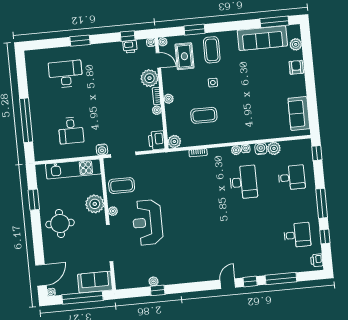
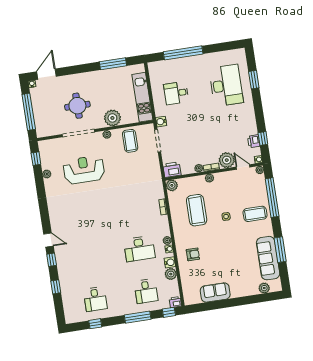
window: (274, 22) -> (280, 250), moved
window: (195, 30) -> (272, 198), width x2.11
window: (80, 41) -> (254, 80), moved
rug: (184, 56) -> (248, 190), removed
door: (158, 60) -> (243, 167), swing flipped
armchair: (296, 67) -> (193, 254), moved
desk: (66, 74) -> (226, 85), width x1.36, depth x1.30
sofa: (299, 113) -> (215, 293), moved
coffee table: (204, 115) -> (197, 210), width x1.36, depth x1.32
window: (34, 200) -> (113, 64), width x1.44
window: (322, 203) -> (138, 317), moved
reception desk: (147, 222) -> (84, 170), moved
round table: (60, 224) -> (77, 106), moved
printer: (317, 260) -> (175, 302), moved
door: (41, 275) -> (47, 74), swing flipped
window: (281, 279) -> (56, 287), width x0.46
sofa: (95, 282) -> (43, 122), removed
window: (158, 290) -> (36, 159), moved

